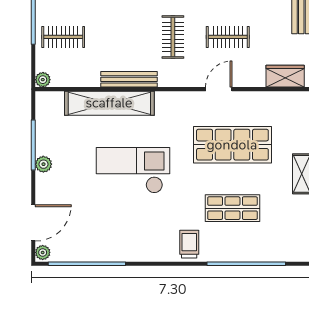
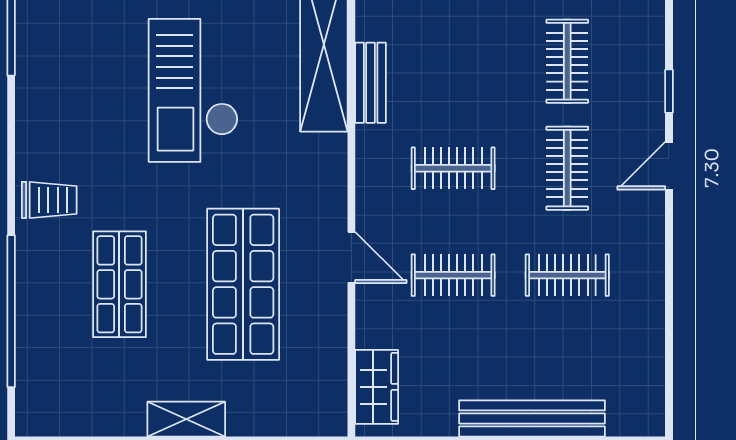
clothes rail: (228, 37) -> (453, 275), turned 90
bench: (129, 79) -> (371, 83), width x0.73
checkout: (133, 170) -> (193, 90), turned 180

